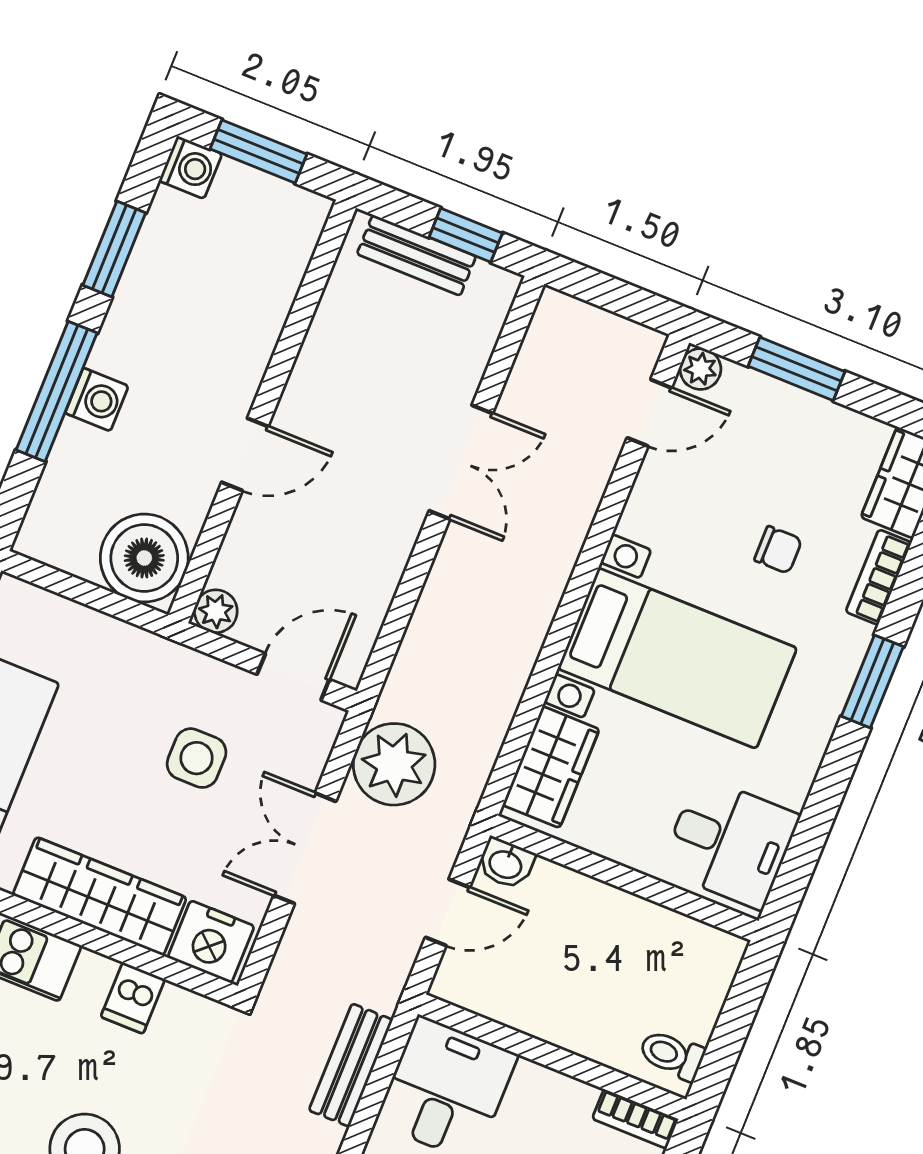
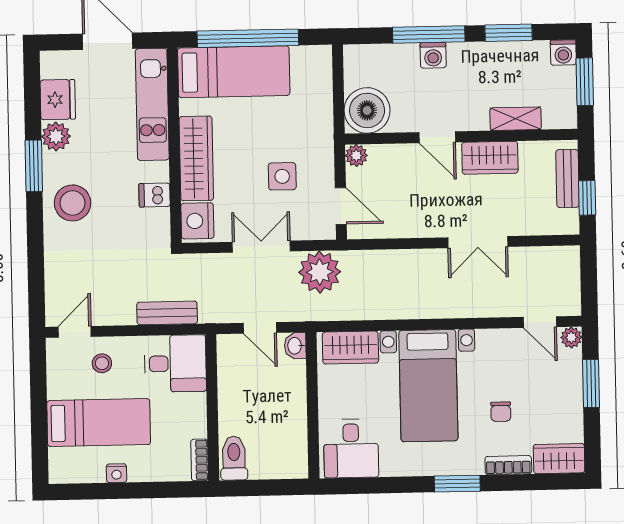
shelving: (271, 302) -> (516, 119), added
wardrobe: (321, 377) -> (490, 158), added
toilet: (672, 1055) -> (234, 458), width x1.37, depth x1.39

